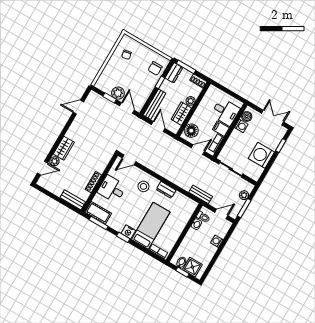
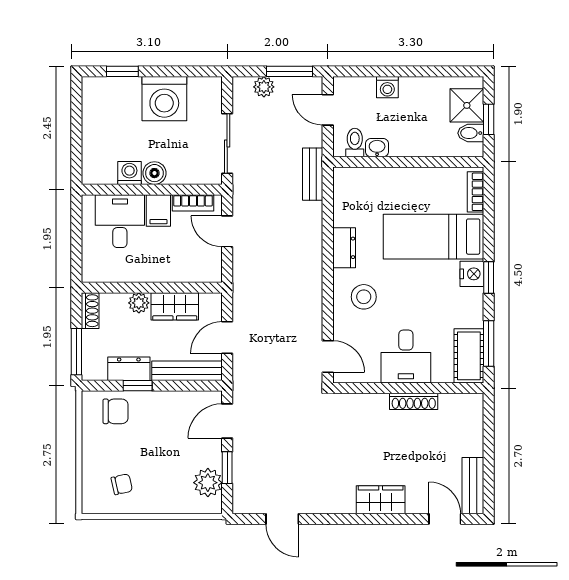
dresser: (174, 73) -> (129, 369), moved
plant: (118, 93) -> (208, 483), moved
boiler: (247, 117) -> (154, 173), moved
double door: (273, 118) -> (76, 120), removed
floor lamp: (191, 131) -> (197, 267), removed
plant: (54, 161) -> (417, 503), removed
bench: (73, 200) -> (473, 486), moved

